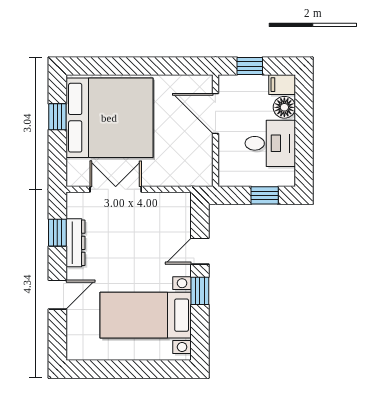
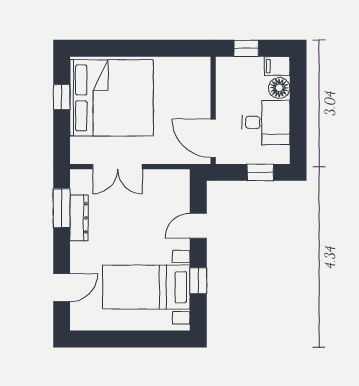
door: (215, 113) -> (213, 138), moved
double door: (116, 189) -> (117, 167), swing flipped
window: (57, 233) -> (62, 208), width x1.50
window: (200, 291) -> (198, 281), moved
door: (57, 295) -> (62, 288), moved

